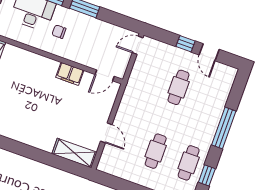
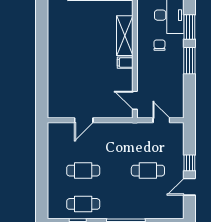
door: (138, 45) -> (161, 120), moved
filing cabinet: (70, 74) -> (125, 63), width x0.50
shelving: (74, 153) -> (125, 36), moved

